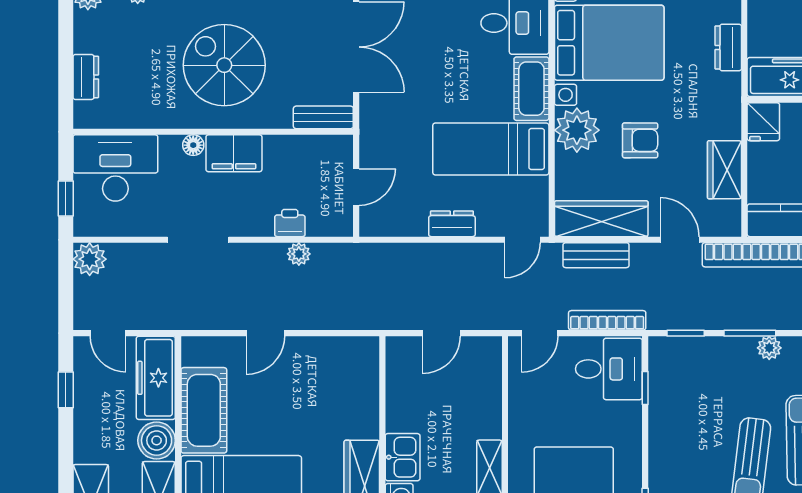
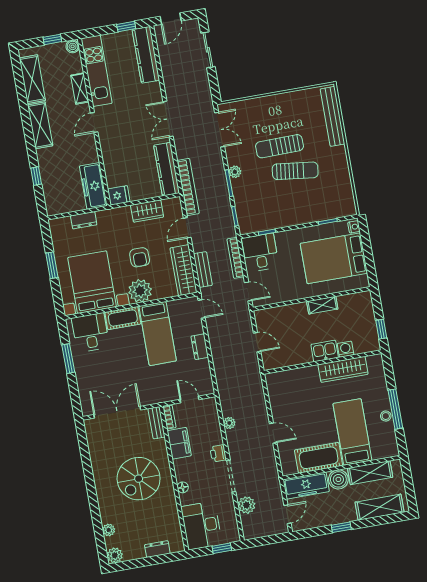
armchair: (640, 140) -> (140, 257), turned 180
bookcase: (330, 143) -> (169, 417), added
filing cabinet: (234, 153) -> (179, 443), moved
printer: (290, 223) -> (218, 453), moved
plant: (90, 259) -> (246, 505), moved
window: (66, 390) -> (341, 527), moved

